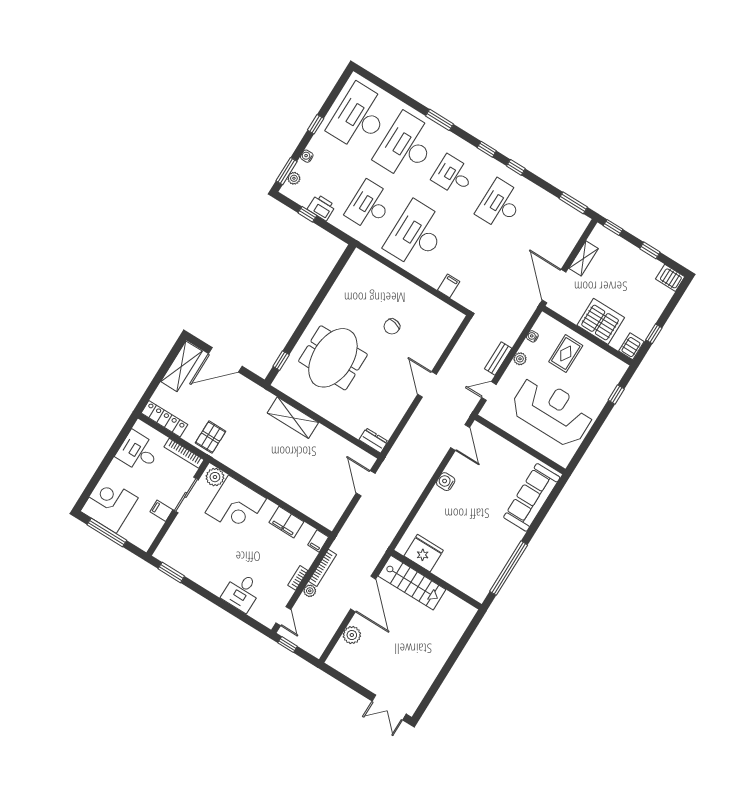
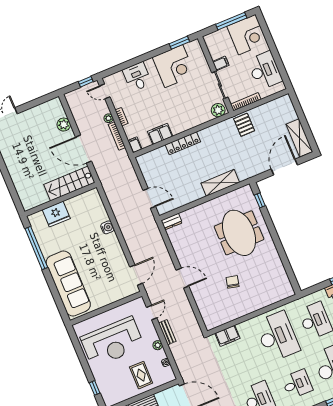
filing cabinet: (449, 286) -> (227, 336), width x2.00
locker: (164, 419) -> (183, 143), moved
door: (460, 438) -> (136, 275), swing flipped
desk: (138, 452) -> (265, 70), width x1.37
water cooler: (446, 482) -> (107, 227), moved
sofa: (532, 497) -> (68, 284), width x1.36, depth x1.27
corner desk: (236, 506) -> (174, 66), moved, turned 180
fridge: (424, 553) -> (56, 214), moved

